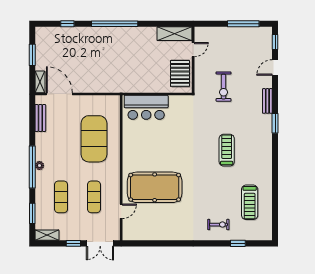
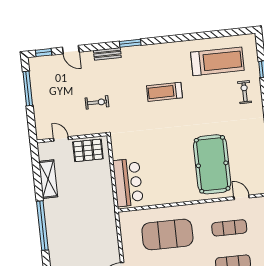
shelving: (175, 34) -> (48, 179), moved
exercise bike: (224, 87) -> (97, 102), width x0.73, depth x0.72
treadmill: (250, 202) -> (217, 61), width x1.37, depth x1.38

